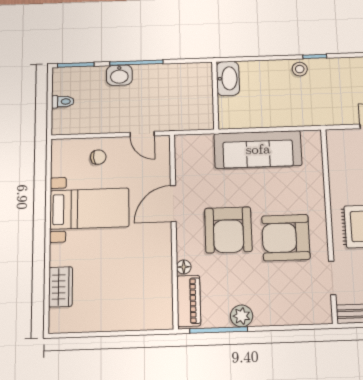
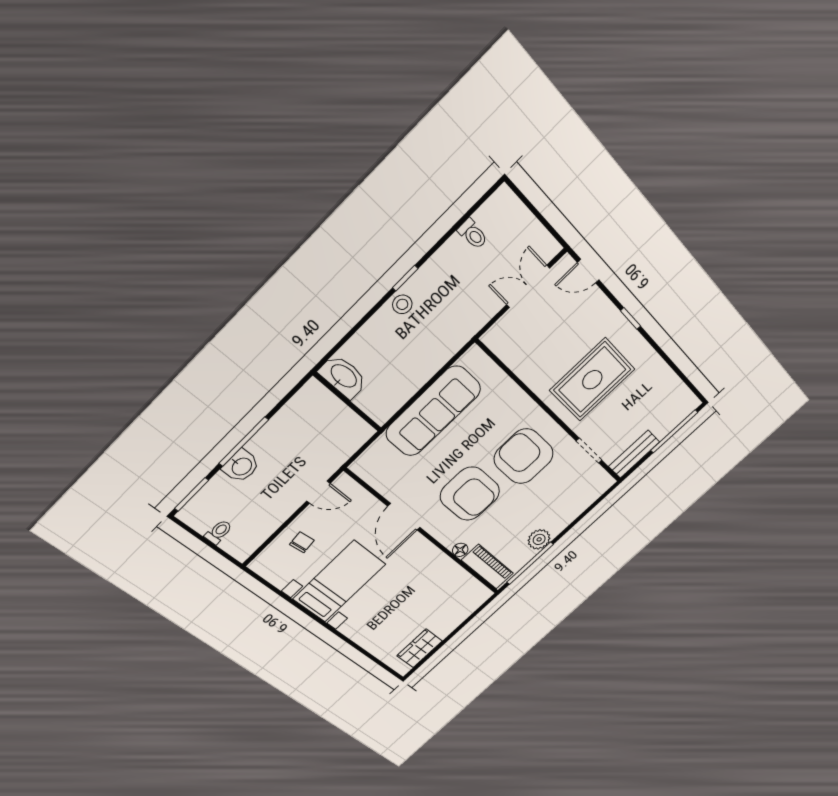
armchair: (286, 238) -> (524, 456), turned 90
wardrobe: (61, 287) -> (420, 648), moved, turned -90

